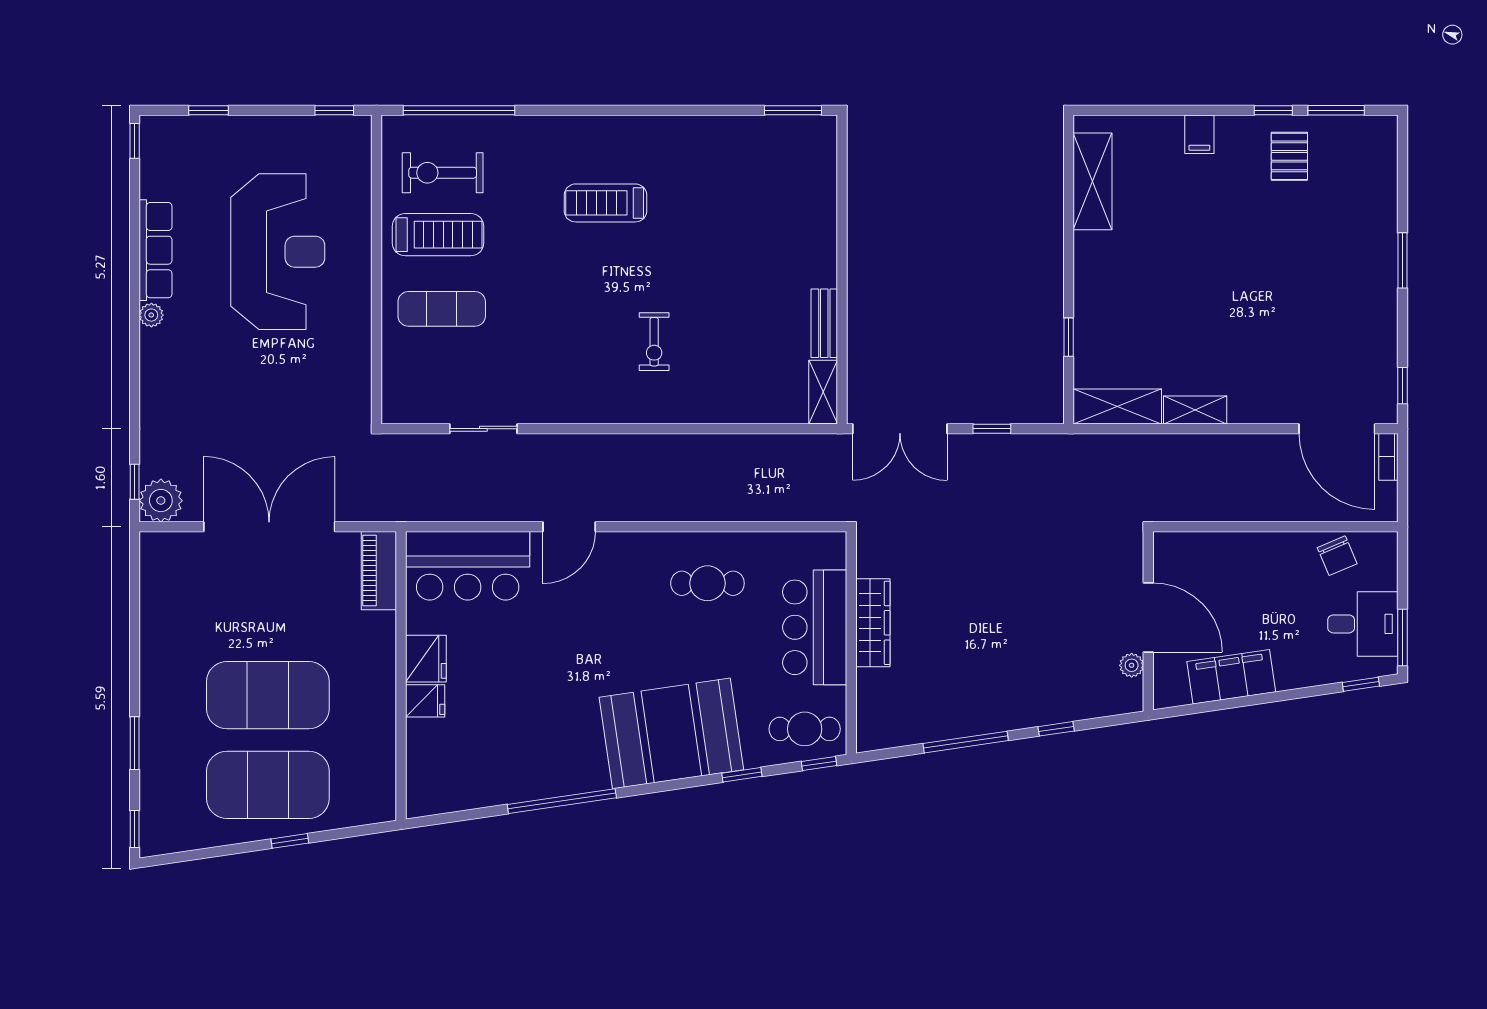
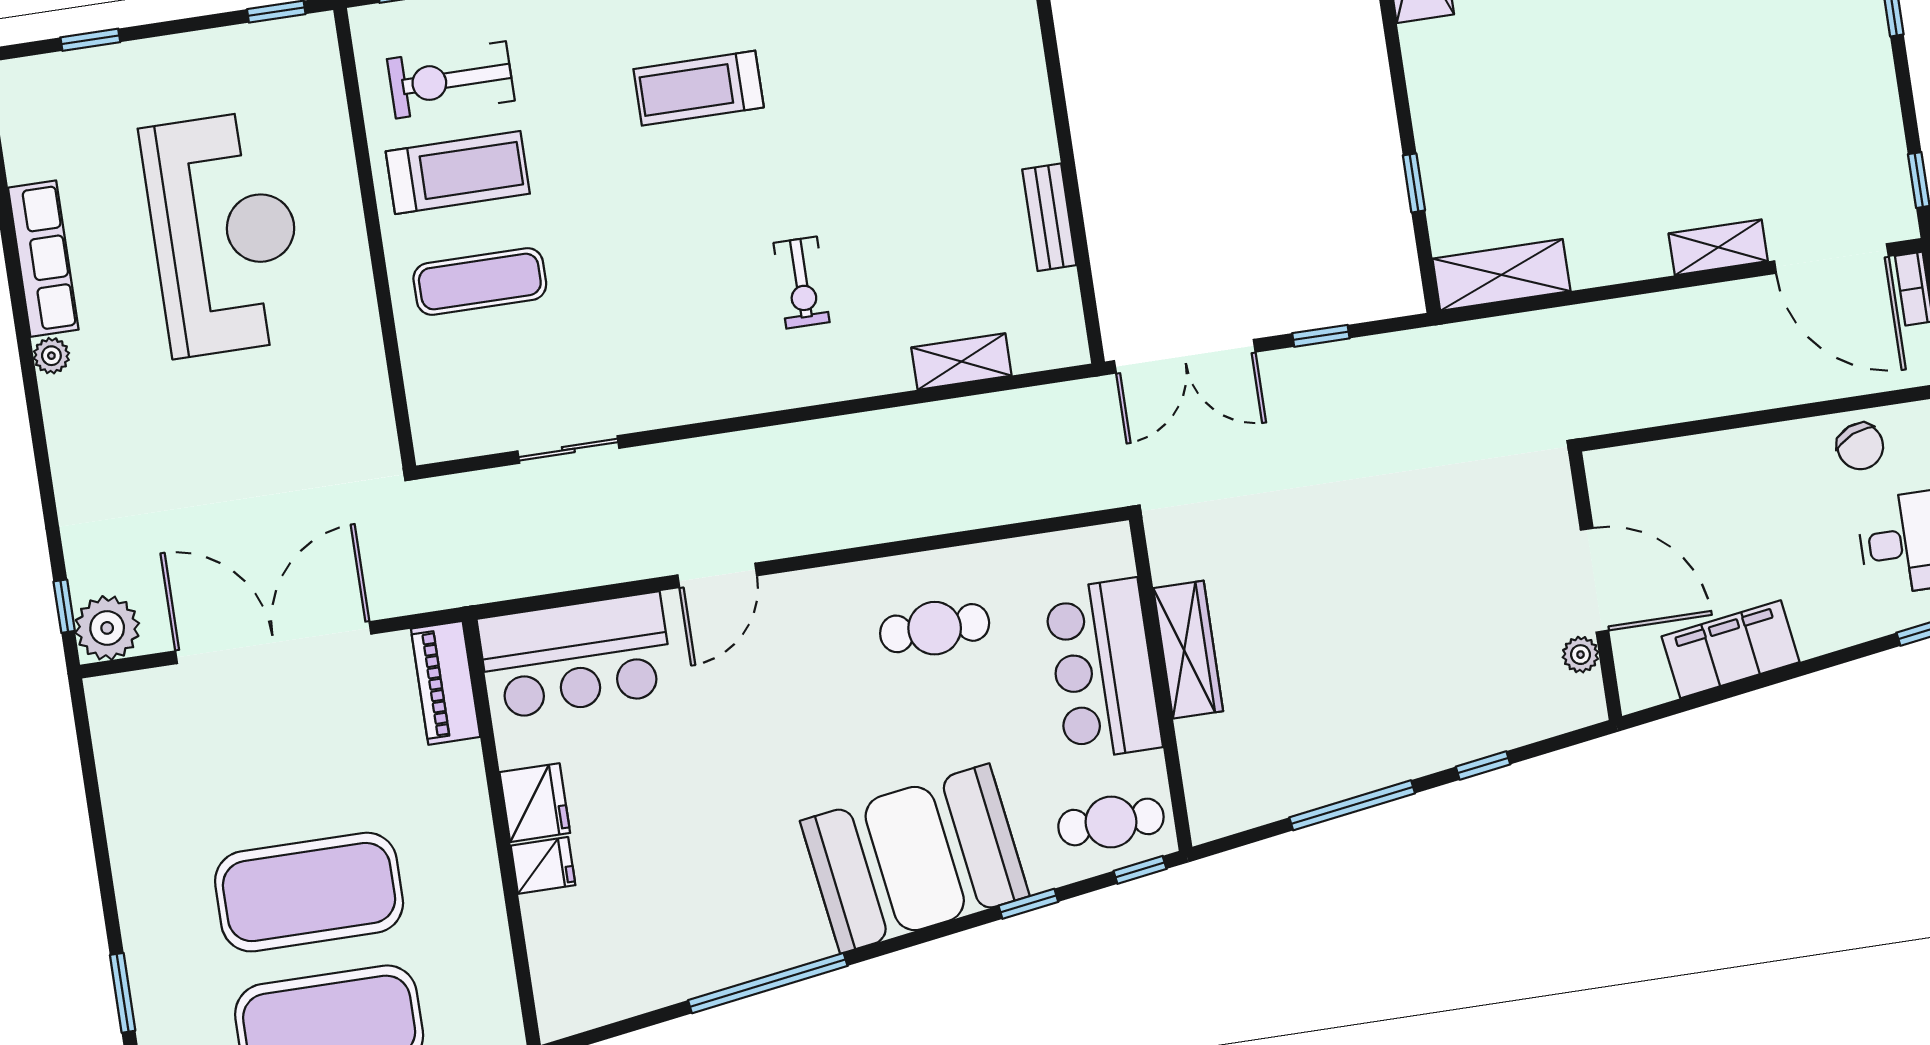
shelving: (823, 392) -> (961, 362), moved, turned 90
shelving: (1195, 410) -> (1718, 247), moved

